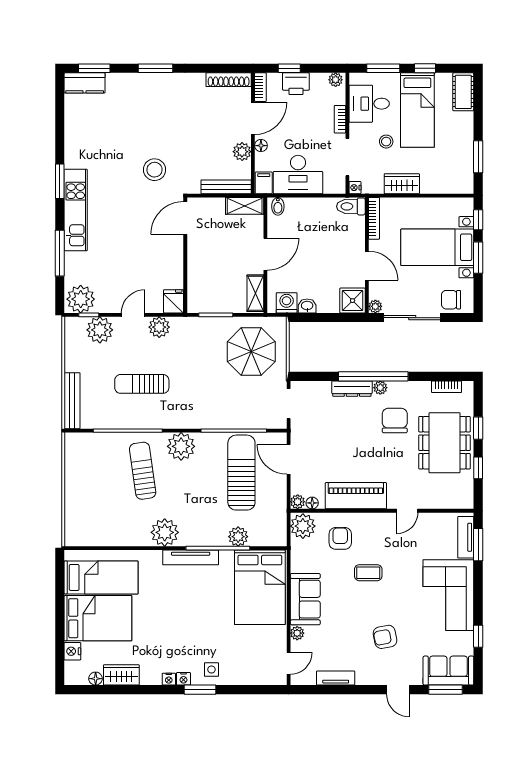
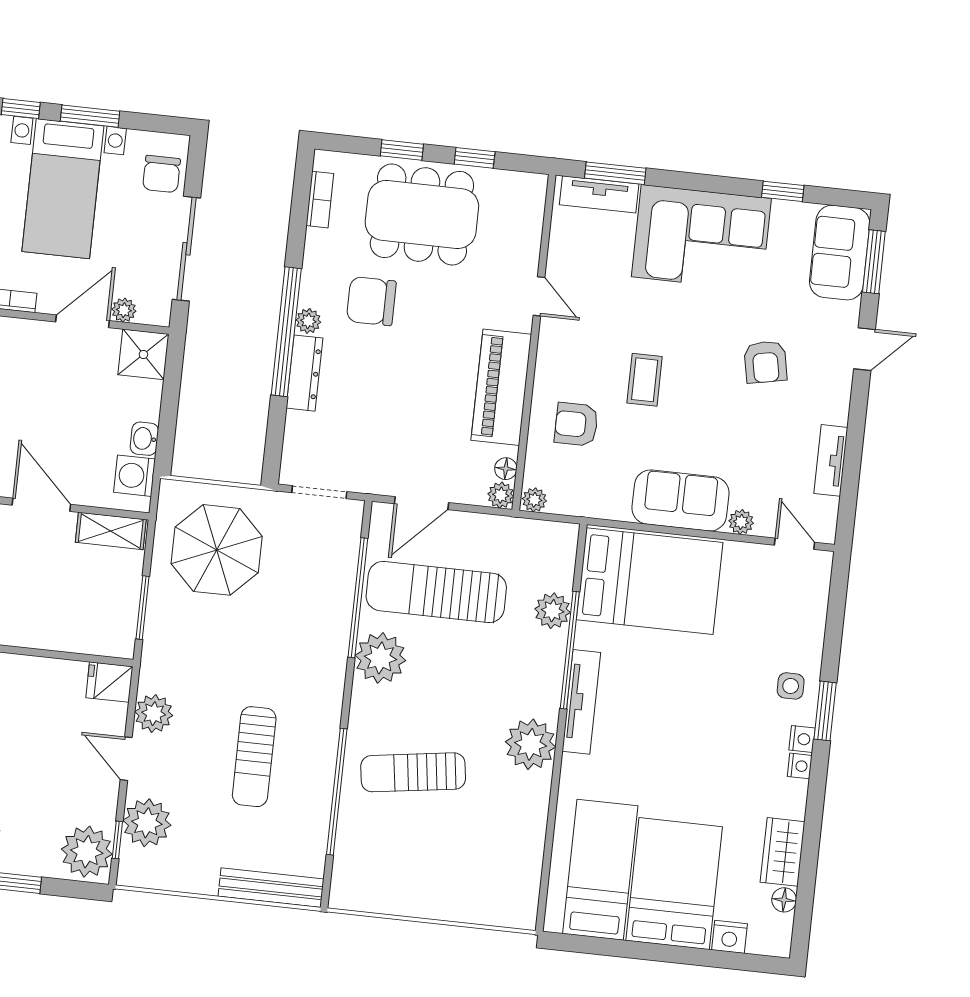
plant: (375, 306) -> (124, 310), moved
plant: (181, 446) -> (380, 658), moved
plant: (303, 526) -> (534, 500), width x0.53, depth x0.53

